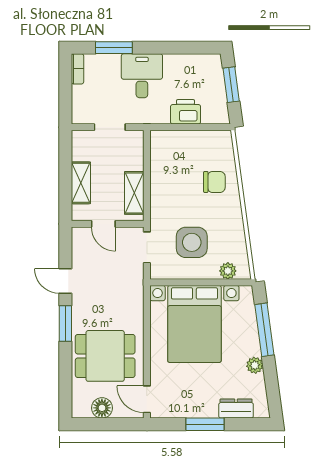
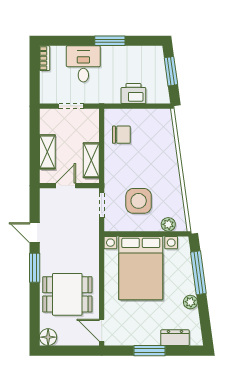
window: (114, 48) -> (110, 41), moved
desk: (142, 76) -> (83, 64), moved
chair: (214, 182) -> (121, 135), moved
door: (103, 224) -> (66, 186), swing flipped
floor lamp: (102, 408) -> (48, 337), moved

